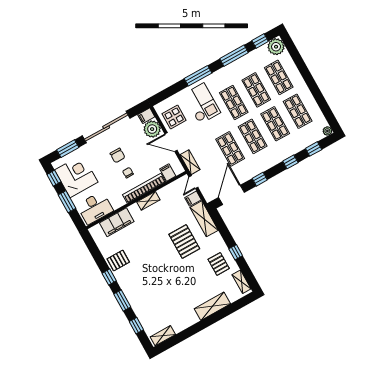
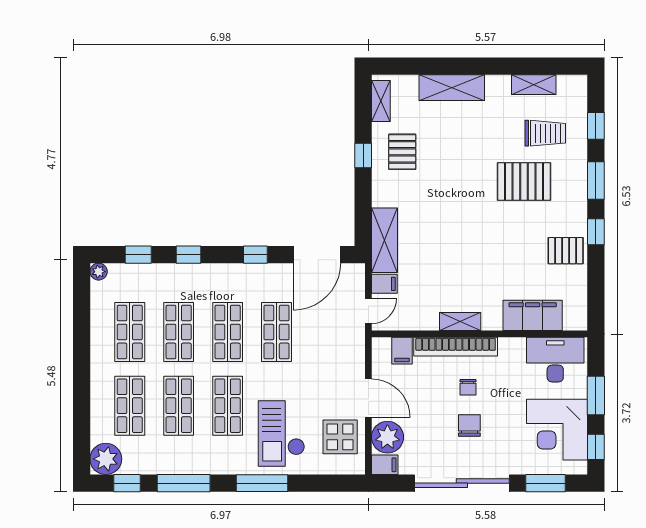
shelving: (190, 162) -> (355, 347), removed
pallet: (184, 241) -> (524, 181), moved, turned 90
trolley: (158, 309) -> (545, 133), added
shelving: (163, 336) -> (534, 85), moved

